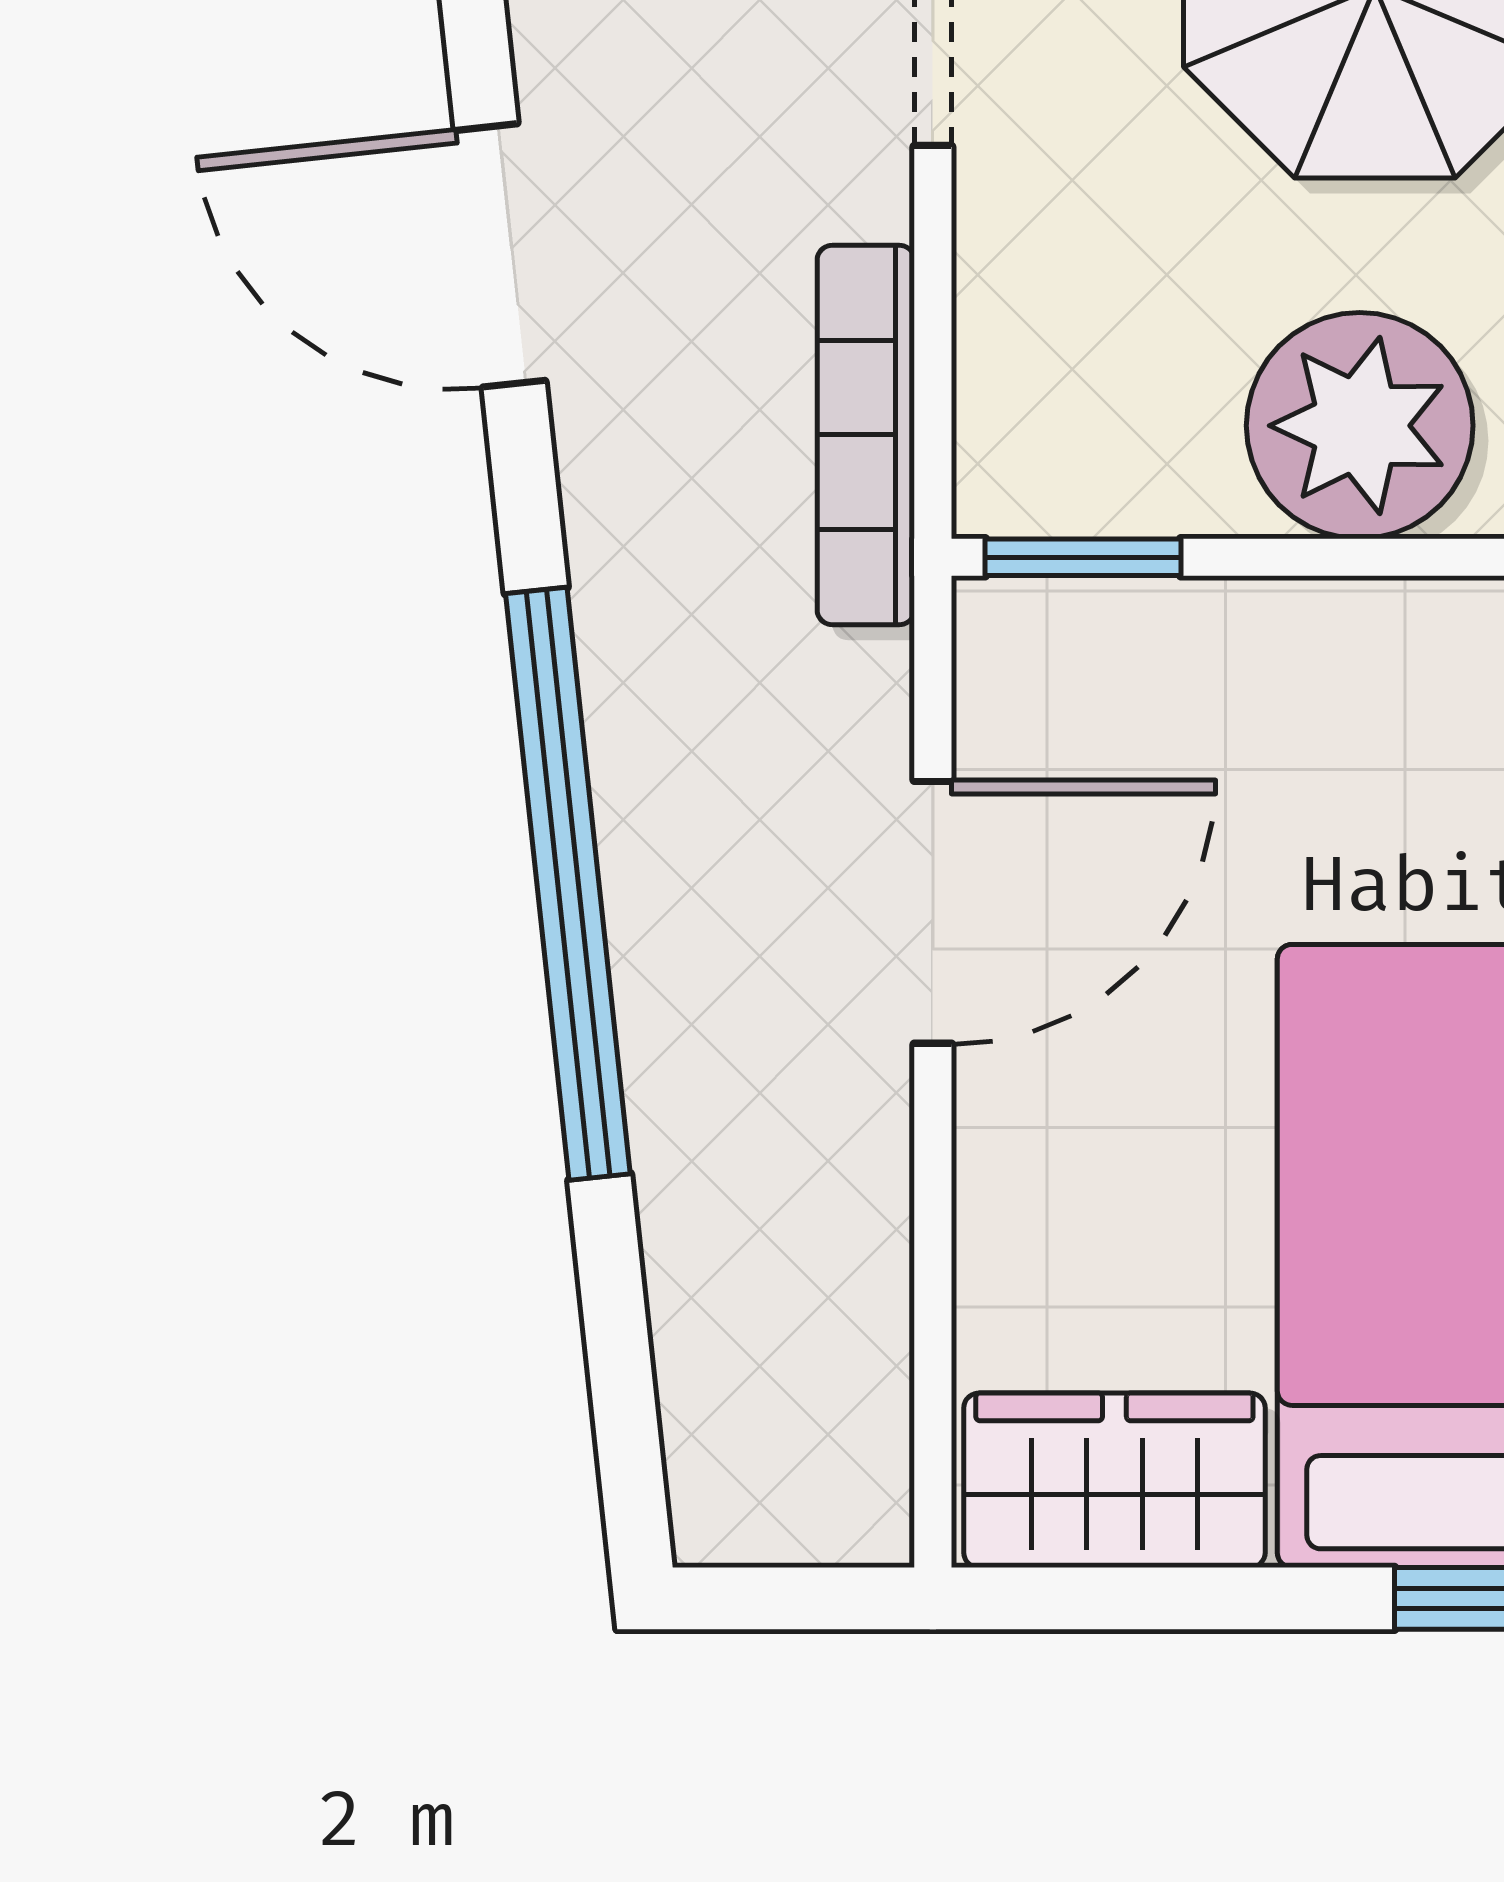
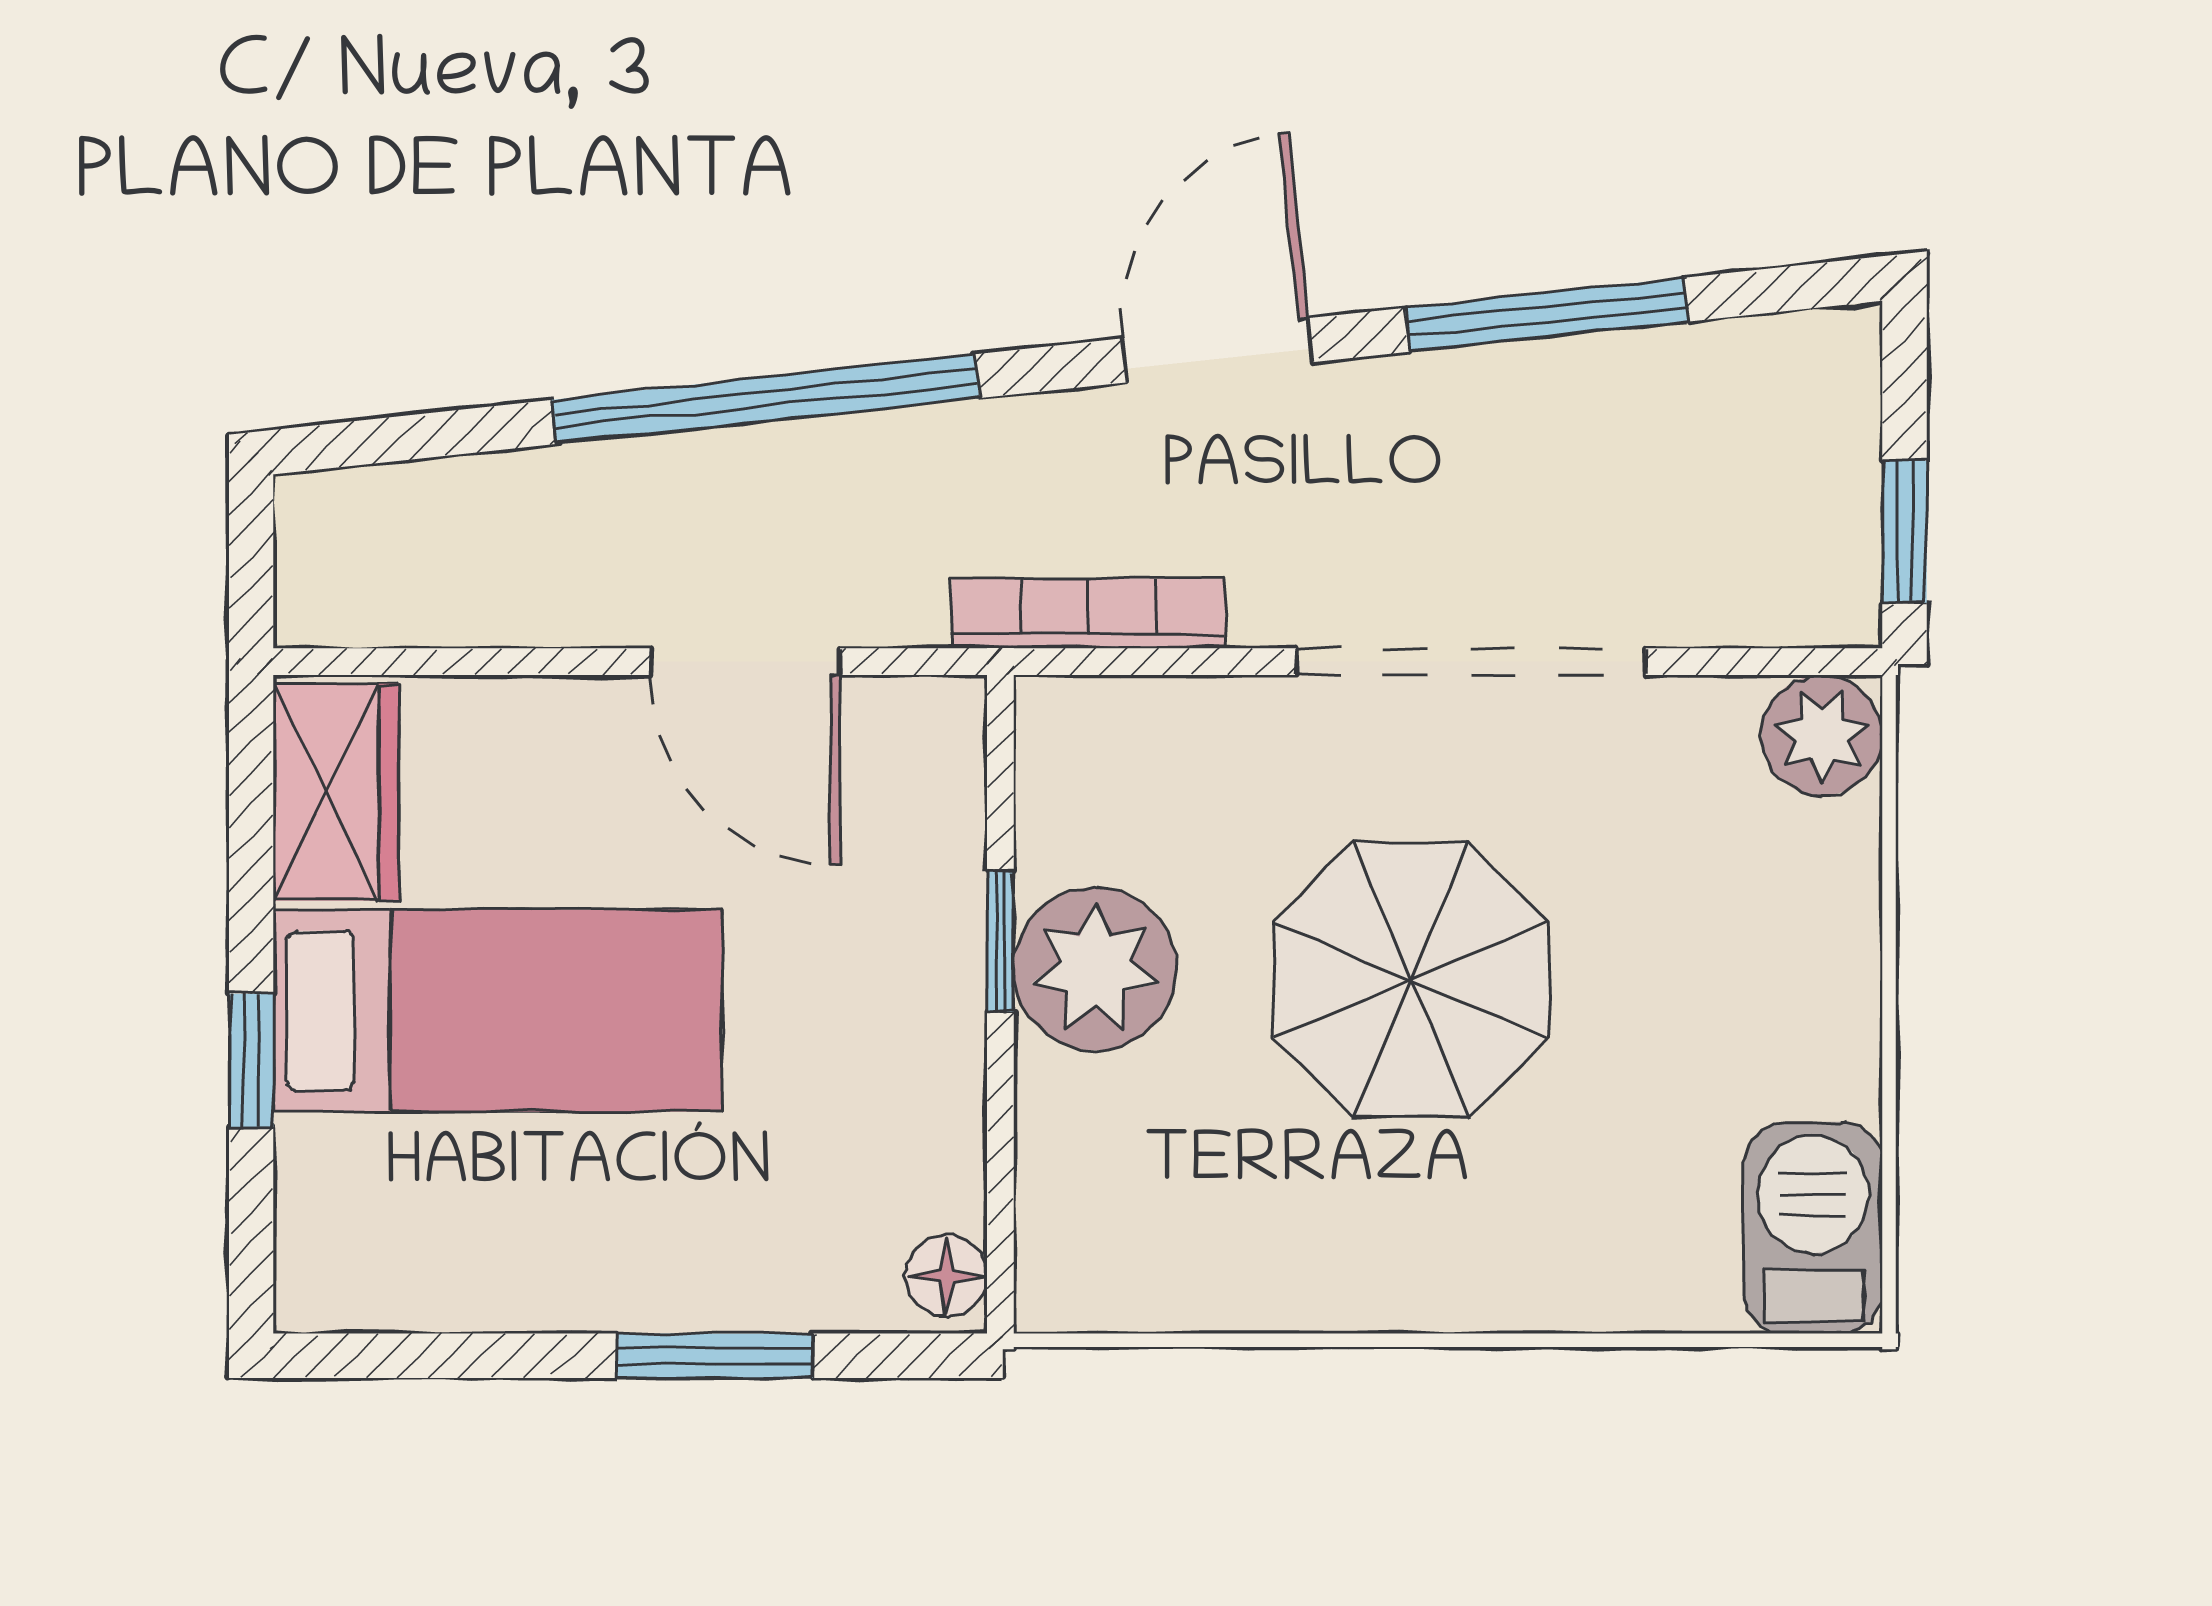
window: (1083, 557) -> (1000, 941), moved

